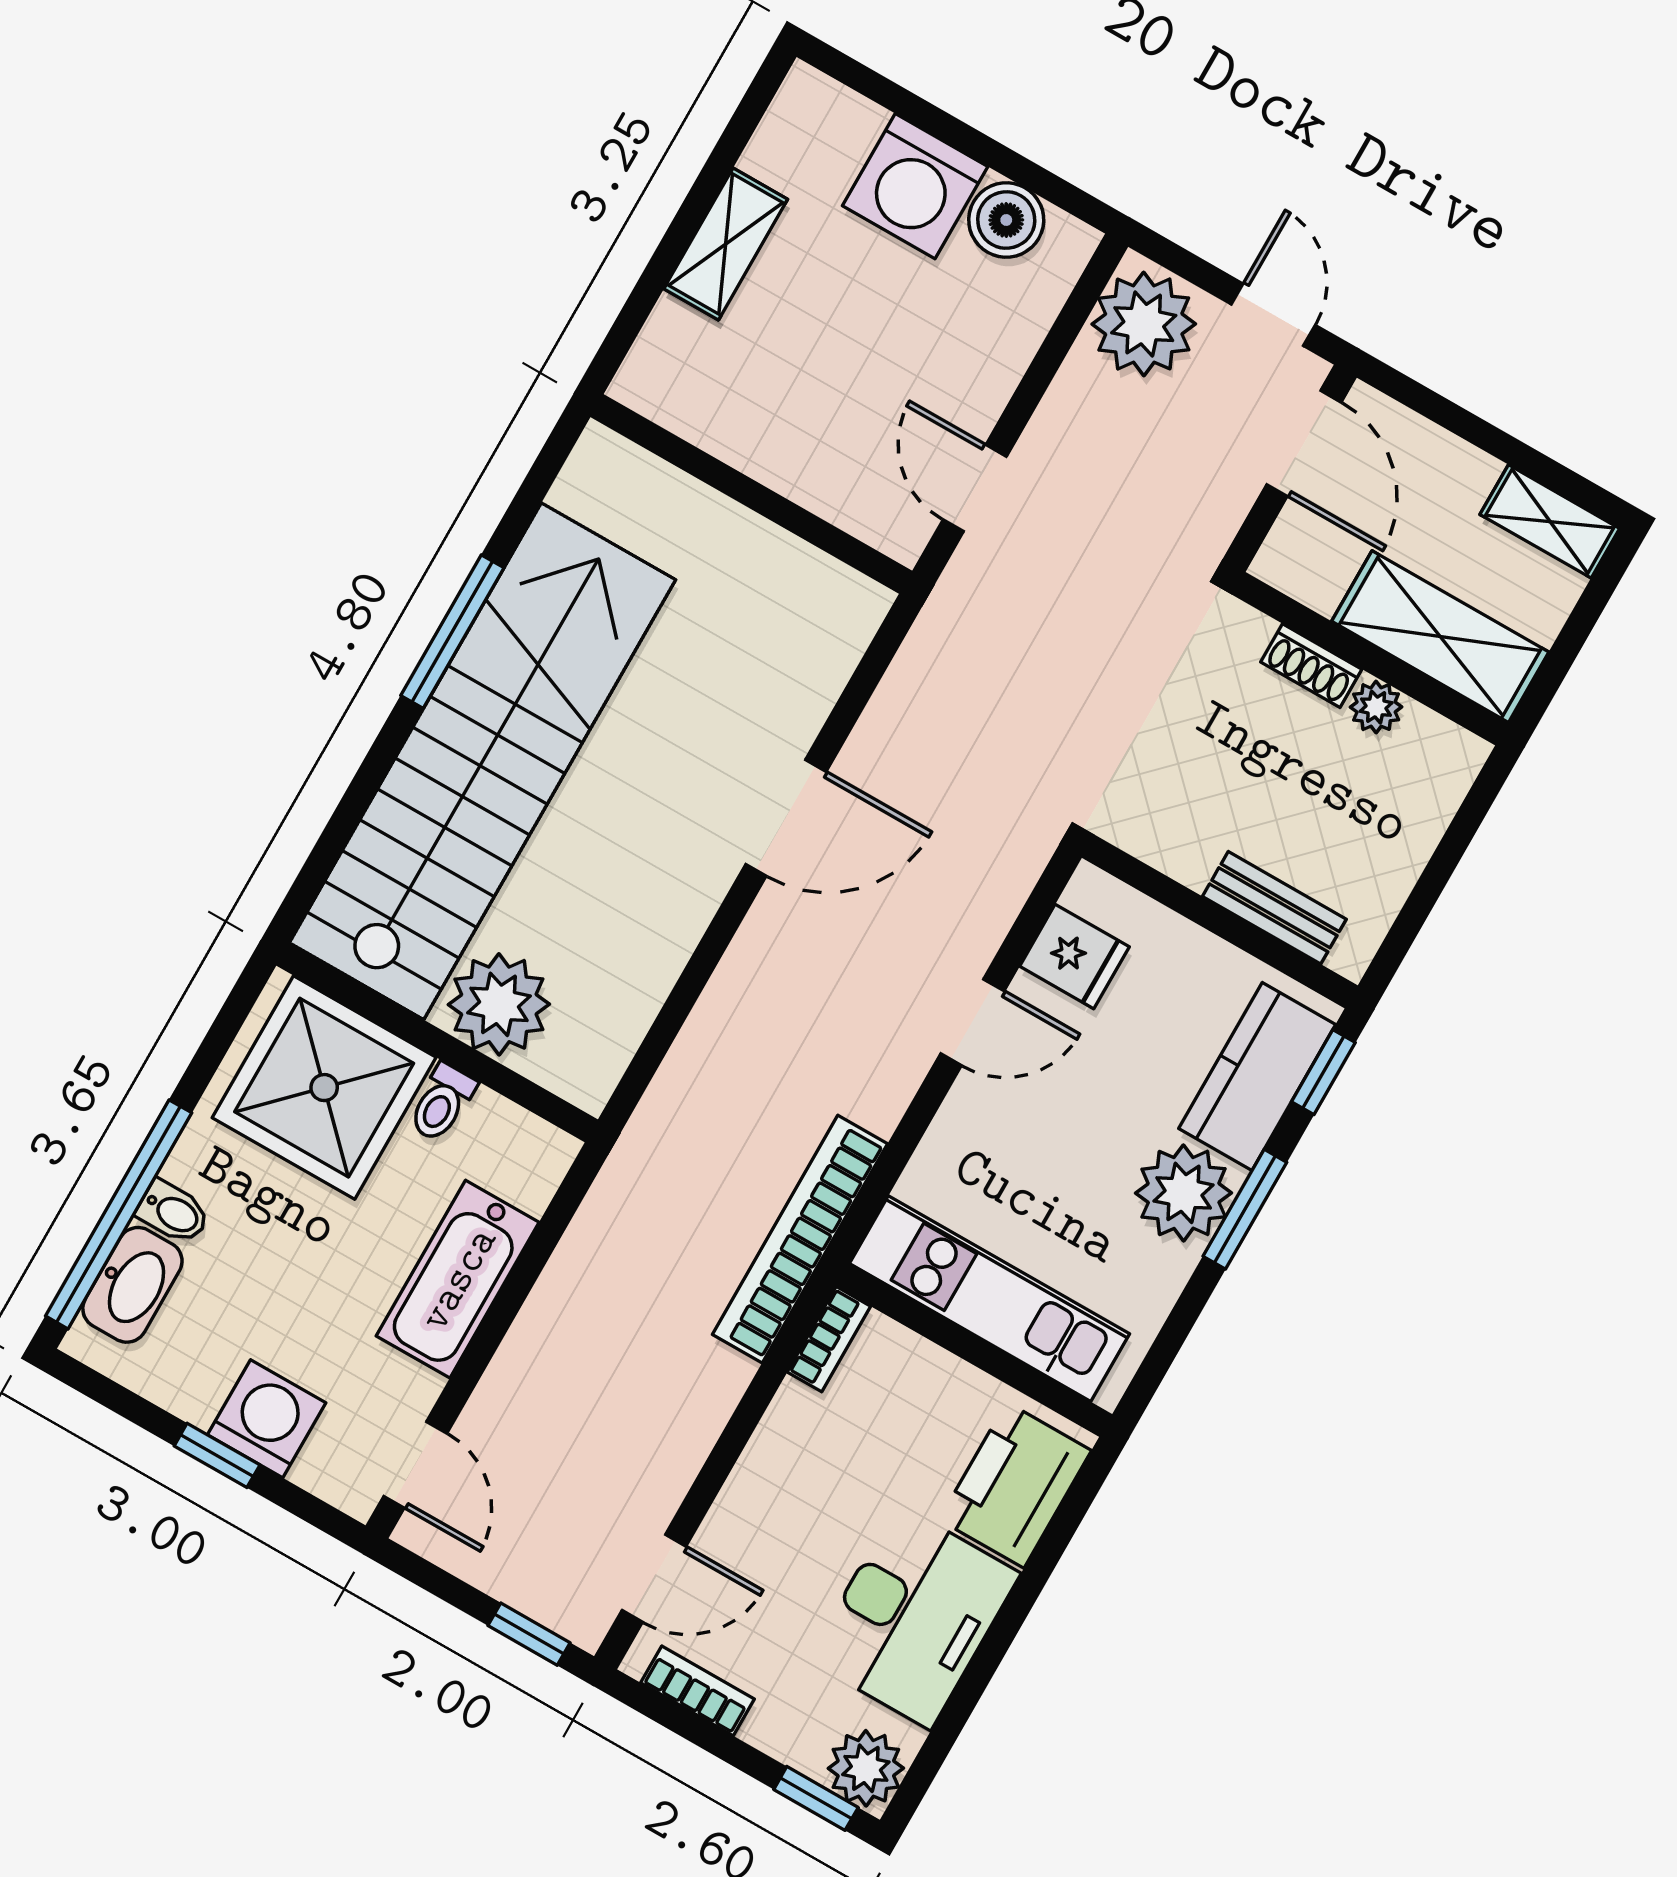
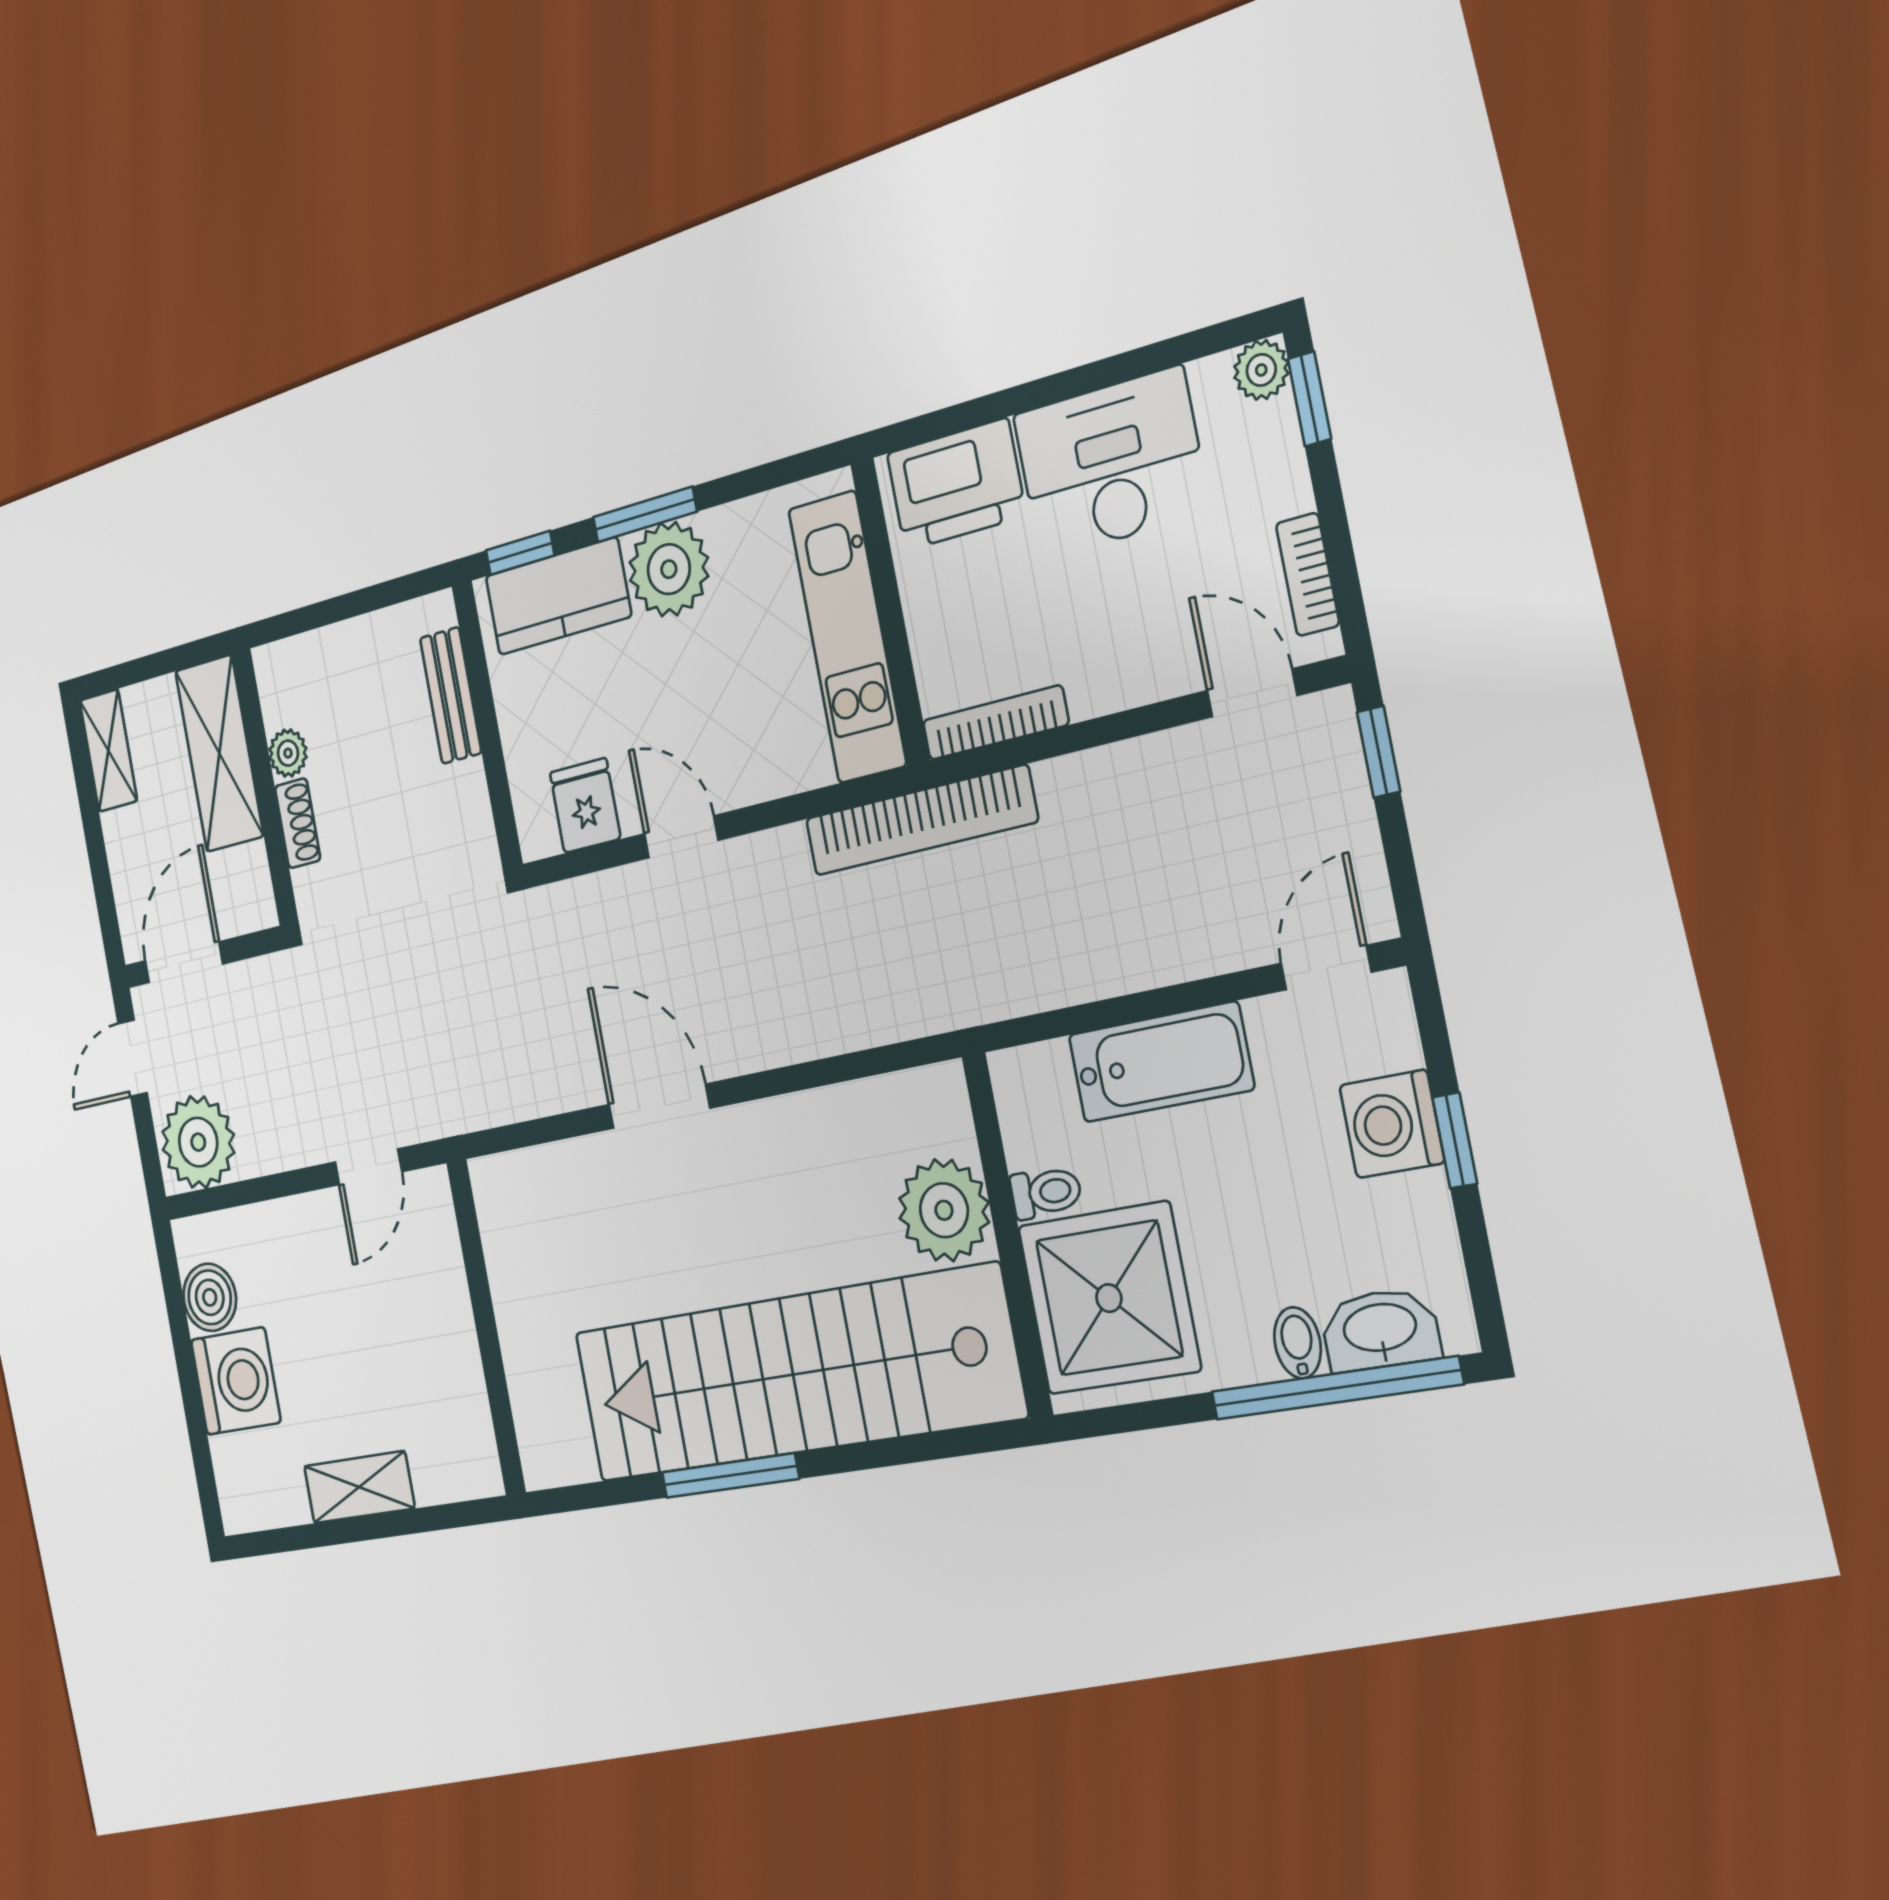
bookcase: (829, 1339) -> (995, 723), width x1.56
plant: (866, 1768) -> (1261, 370), width x0.73, depth x0.73

